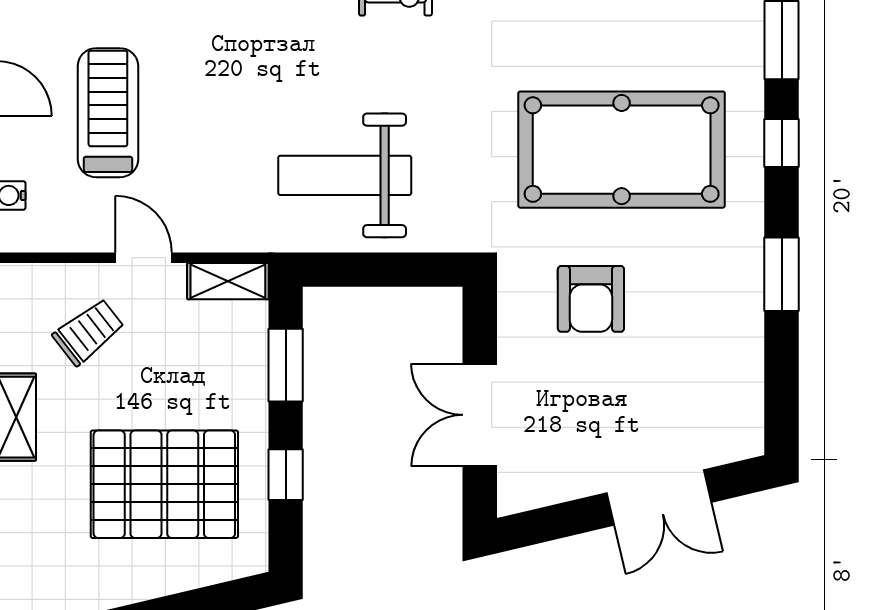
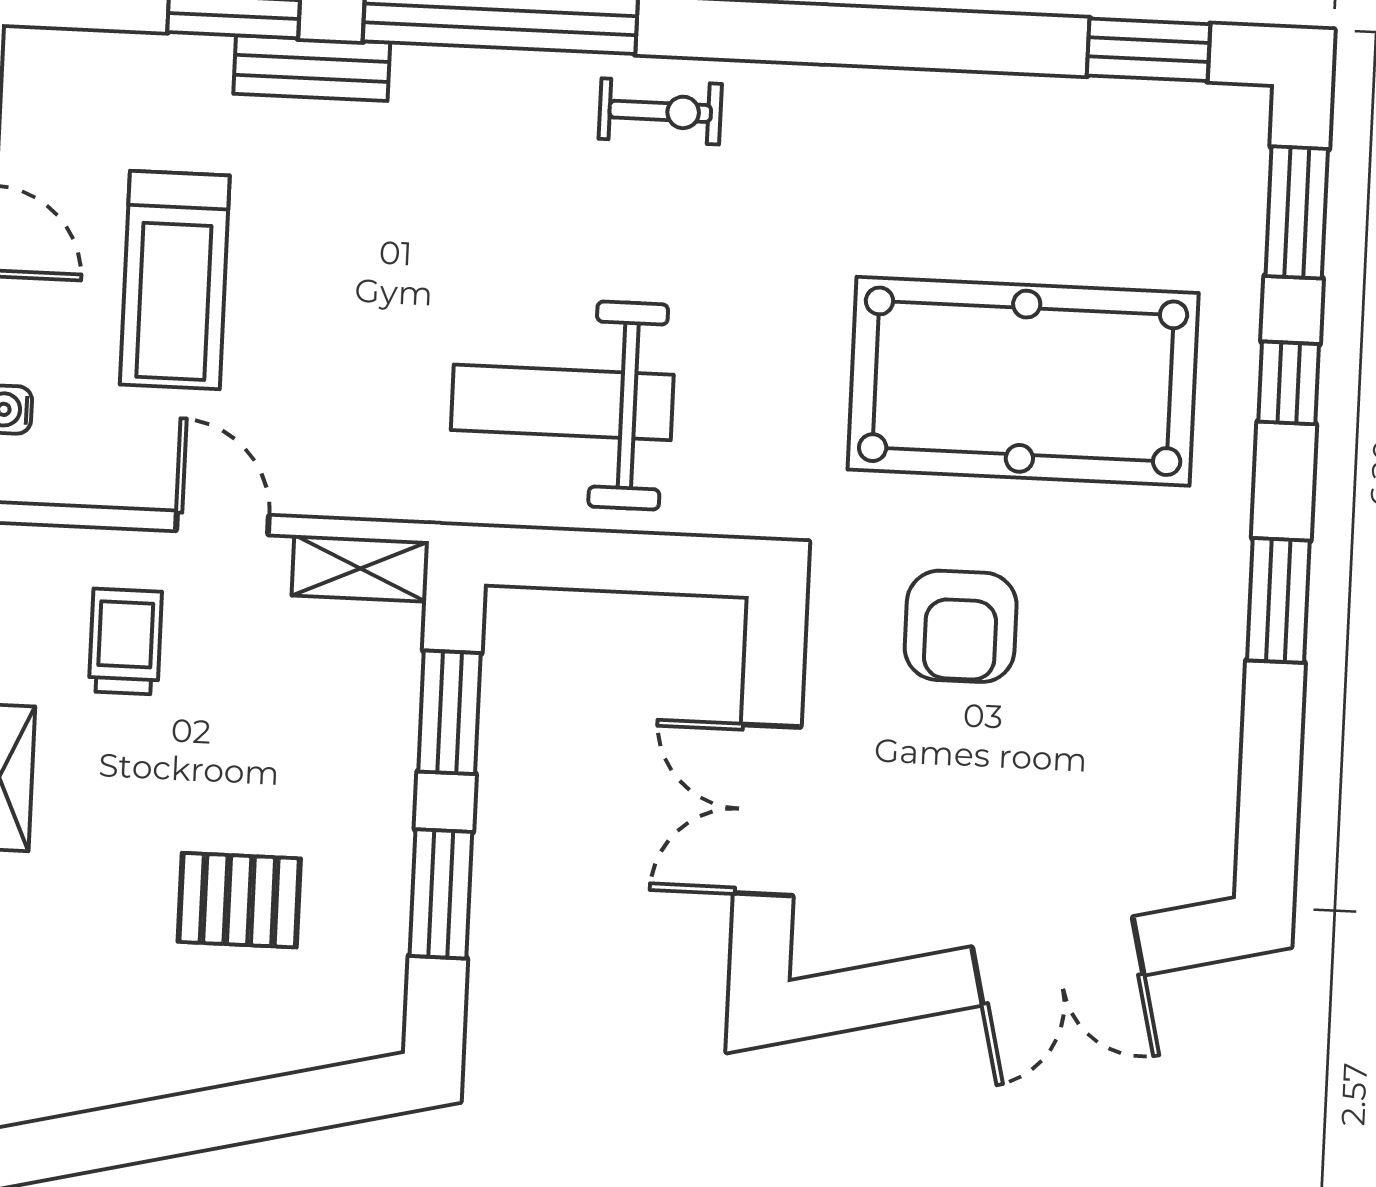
treadmill: (108, 113) -> (175, 280), turned 180
trolley: (88, 332) -> (125, 642), turned -52
window: (286, 475) -> (441, 894), width x1.50
pallet: (164, 484) -> (239, 900), width x0.49, depth x0.50

